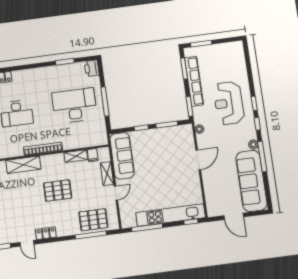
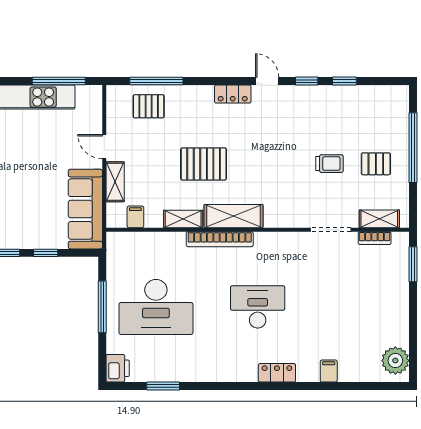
shelving: (76, 156) -> (183, 219), moved
shelving: (23, 165) -> (234, 216), moved
door: (116, 193) -> (104, 147), hinge flipped
pallet: (93, 220) -> (149, 106), width x0.67, depth x0.71

